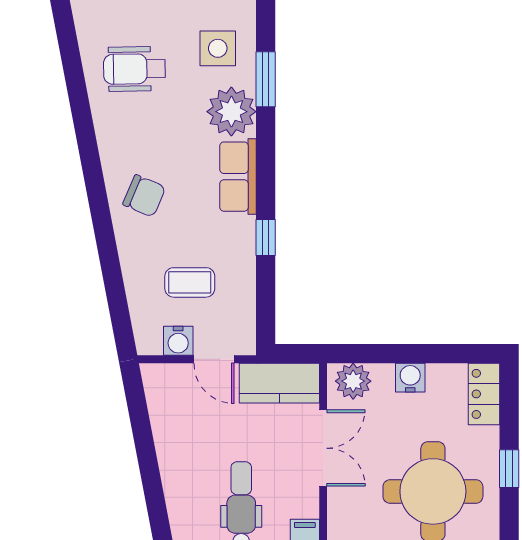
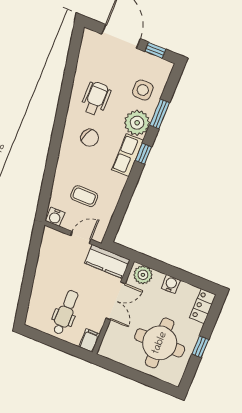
wheelchair: (134, 69) -> (96, 99), moved, turned 91
chair: (144, 196) -> (90, 138), moved
window: (266, 238) -> (143, 154), moved
water cooler: (178, 341) -> (55, 217), moved
door: (214, 359) -> (81, 237), swing flipped

